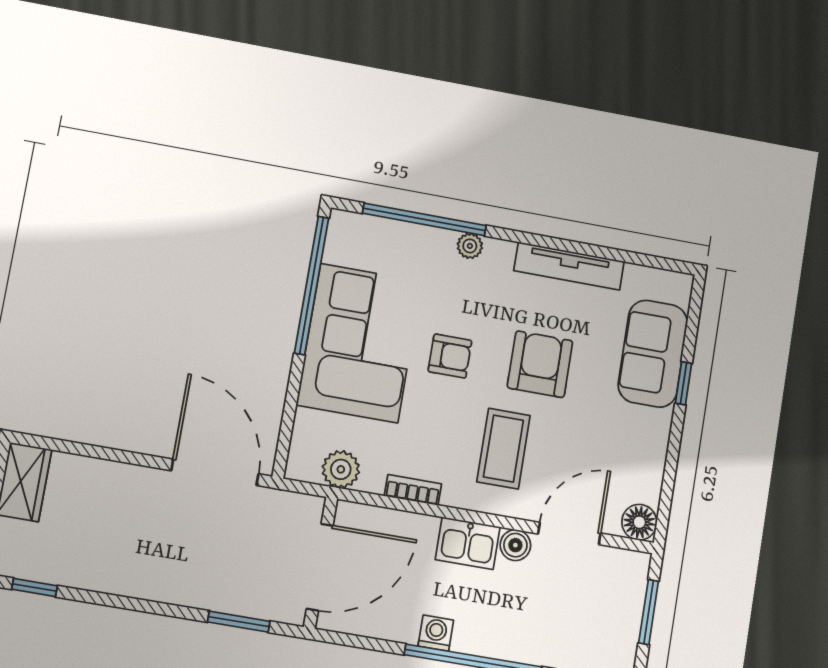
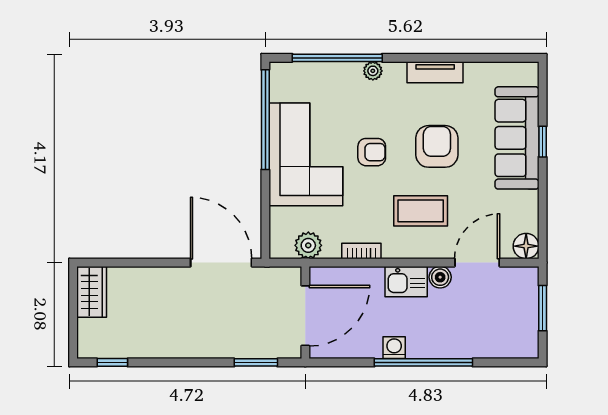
tv unit: (569, 266) -> (435, 72), width x0.71
sofa: (653, 354) -> (517, 138), width x1.36
coffee table: (503, 449) -> (421, 211), turned 90

